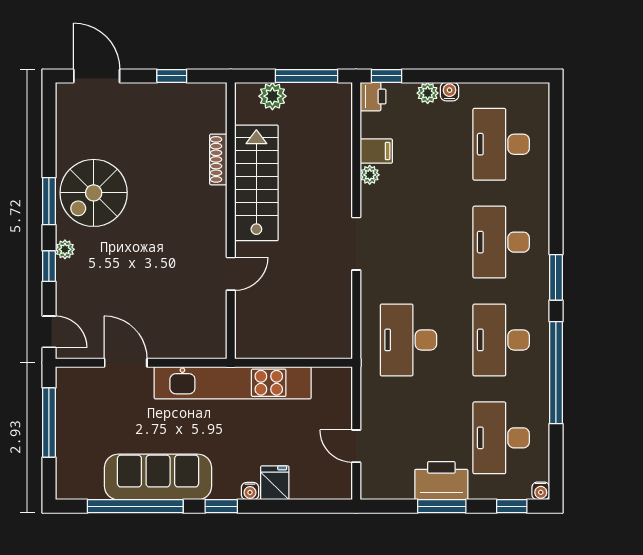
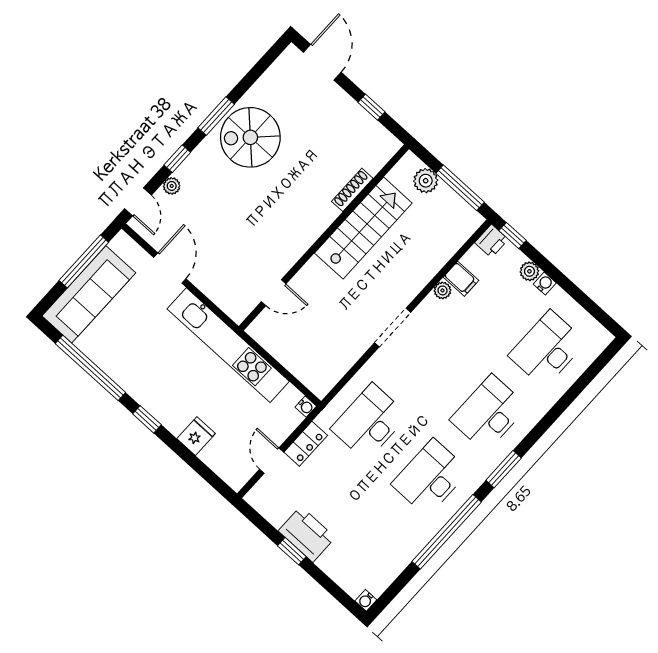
plant: (65, 249) -> (172, 186), moved
door: (231, 274) -> (274, 293), moved
locker: (372, 406) -> (306, 444), added
desk: (501, 438) -> (372, 542), removed
sofa: (158, 477) -> (89, 294), moved, turned 90
water cooler: (250, 491) -> (306, 407), moved, turned -90
window: (442, 506) -> (292, 551), width x0.67
window: (512, 506) -> (338, 593), removed

